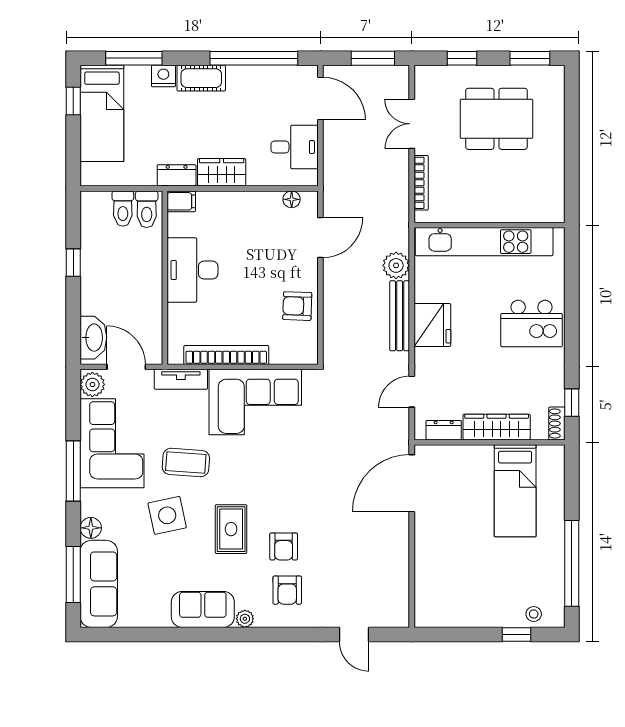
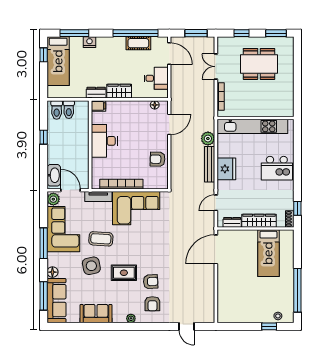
cot: (201, 78) -> (138, 43), moved
toilet: (147, 209) -> (57, 110), moved
rug: (231, 529) -> (124, 273), turned 90
armchair: (284, 546) -> (151, 282), turned -93
sofa: (203, 609) -> (96, 314), moved

